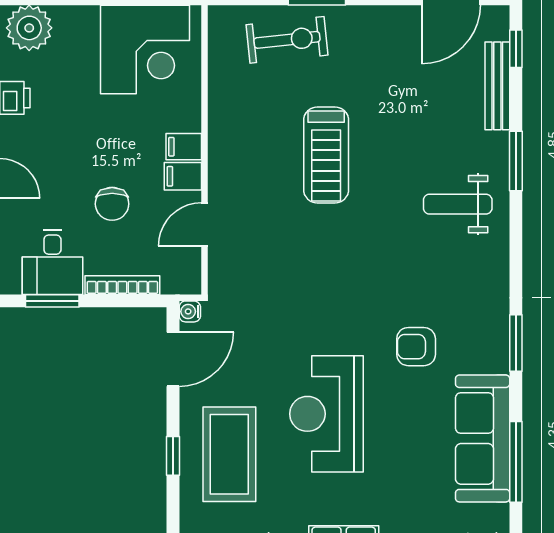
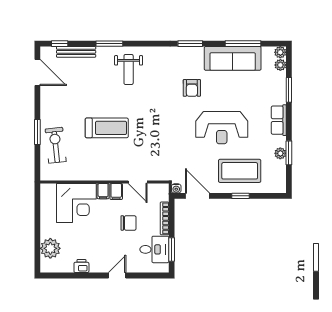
plant: (29, 28) -> (50, 248), moved
corner desk: (145, 50) -> (76, 203), moved, turned 90

